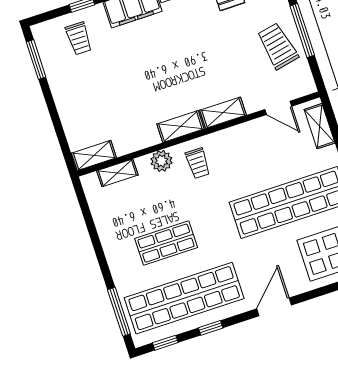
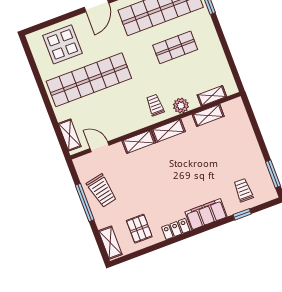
shelving: (94, 155) -> (208, 115), moved

